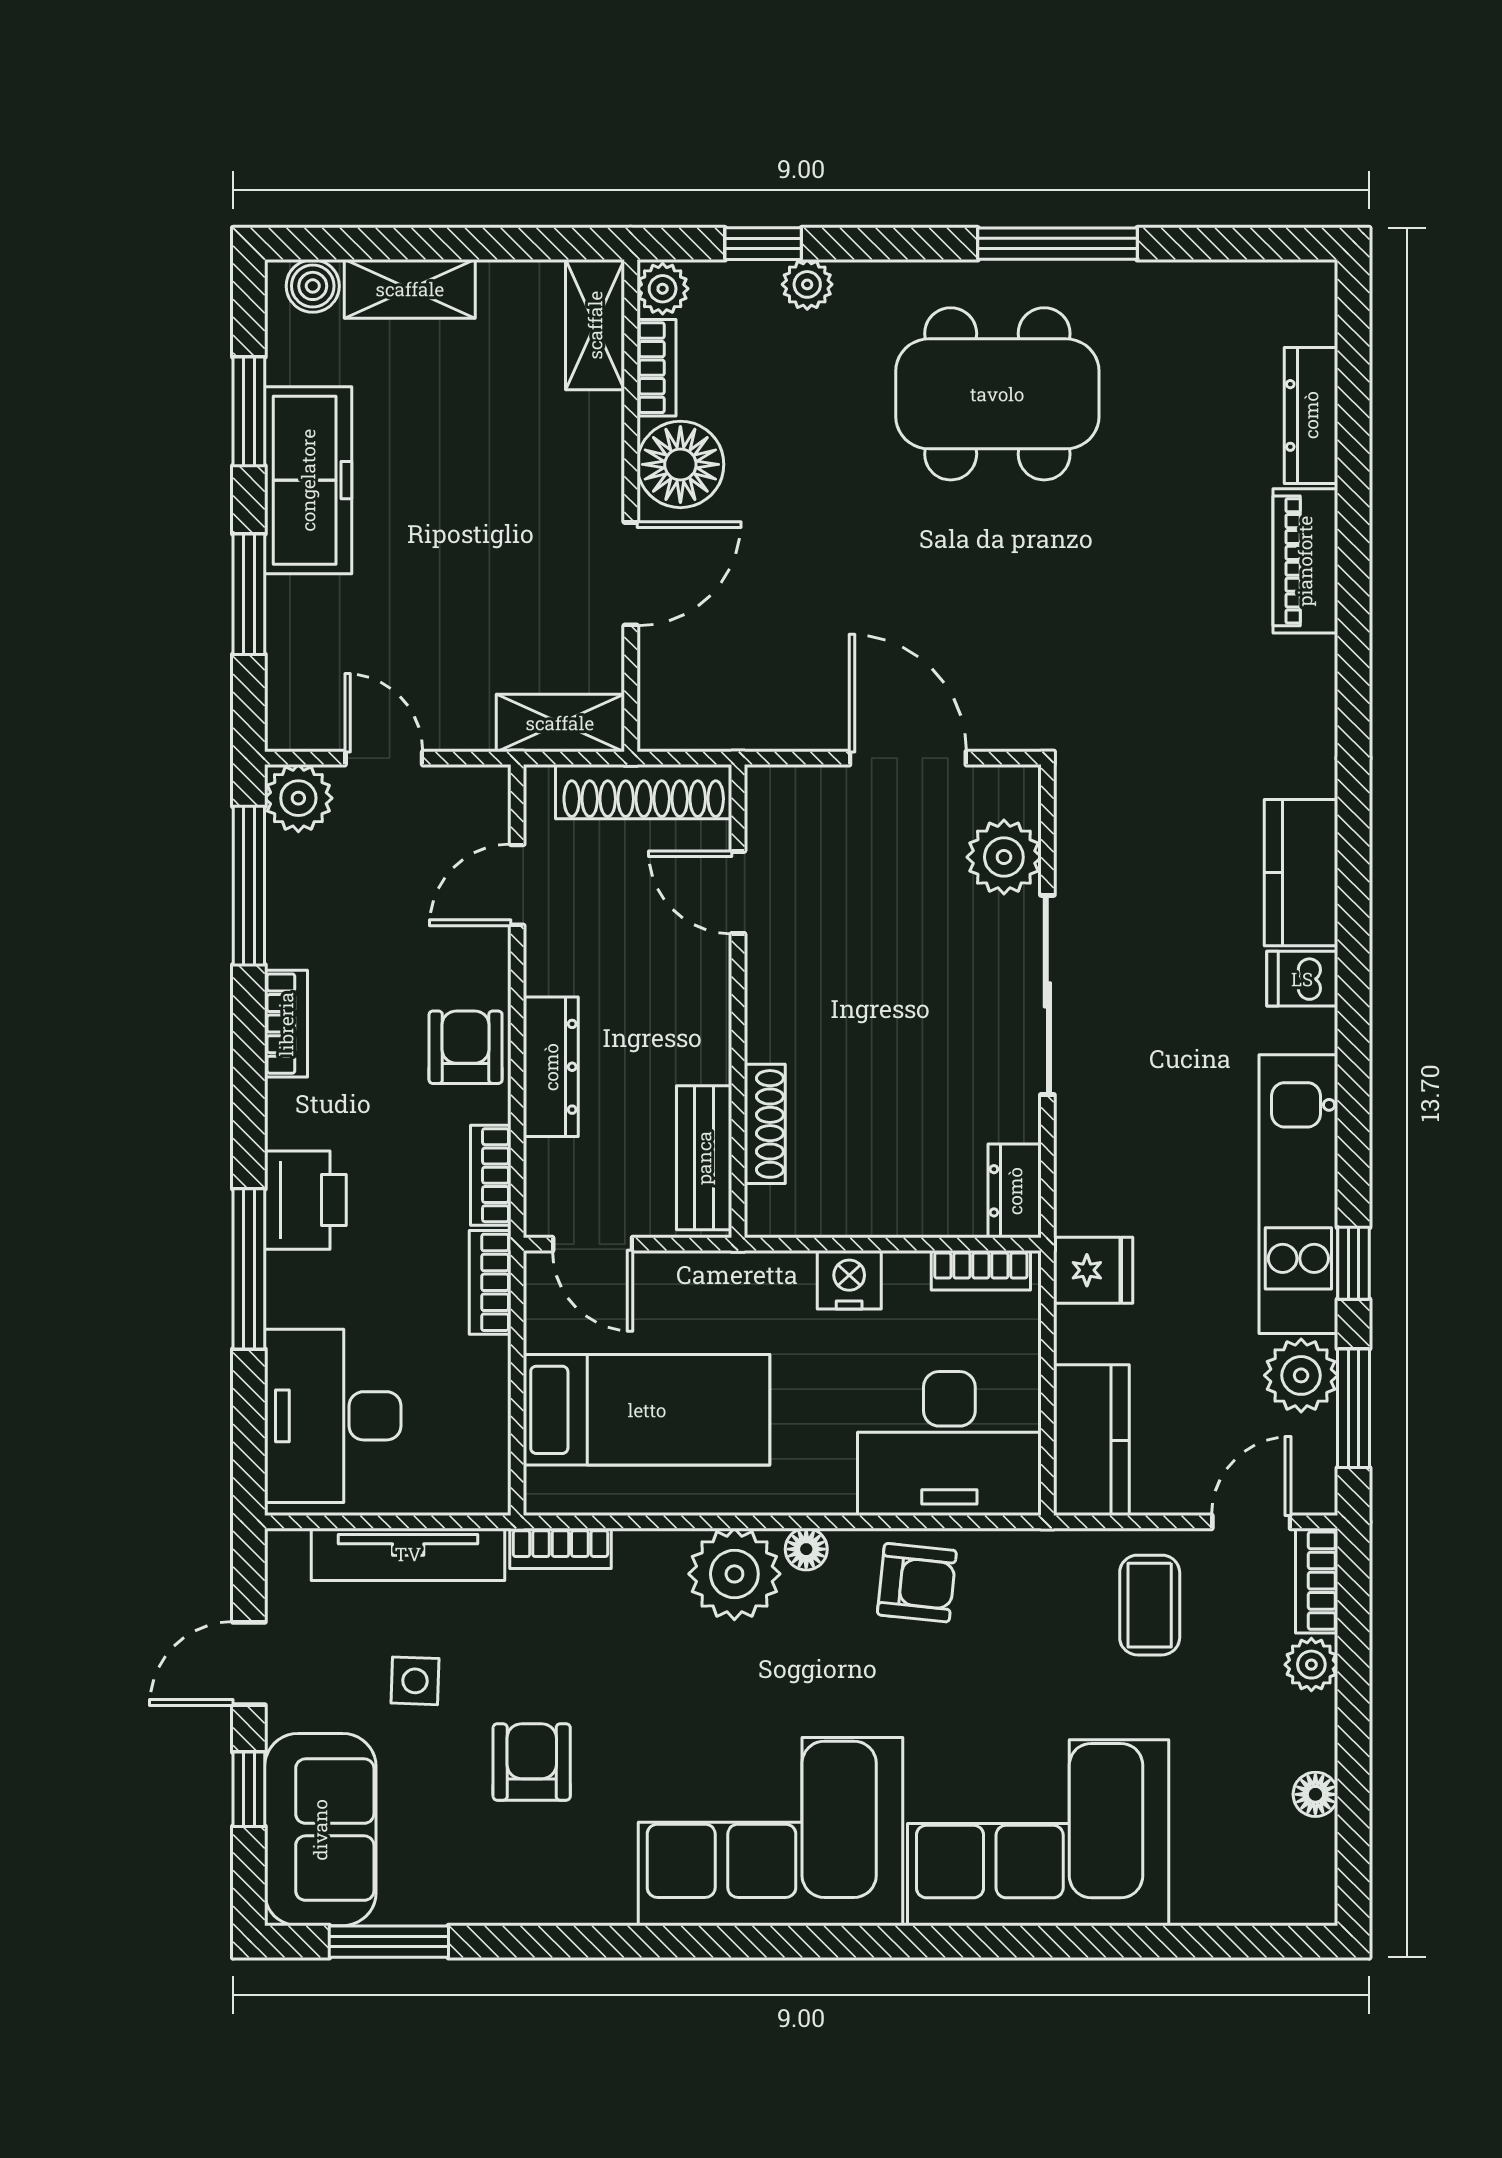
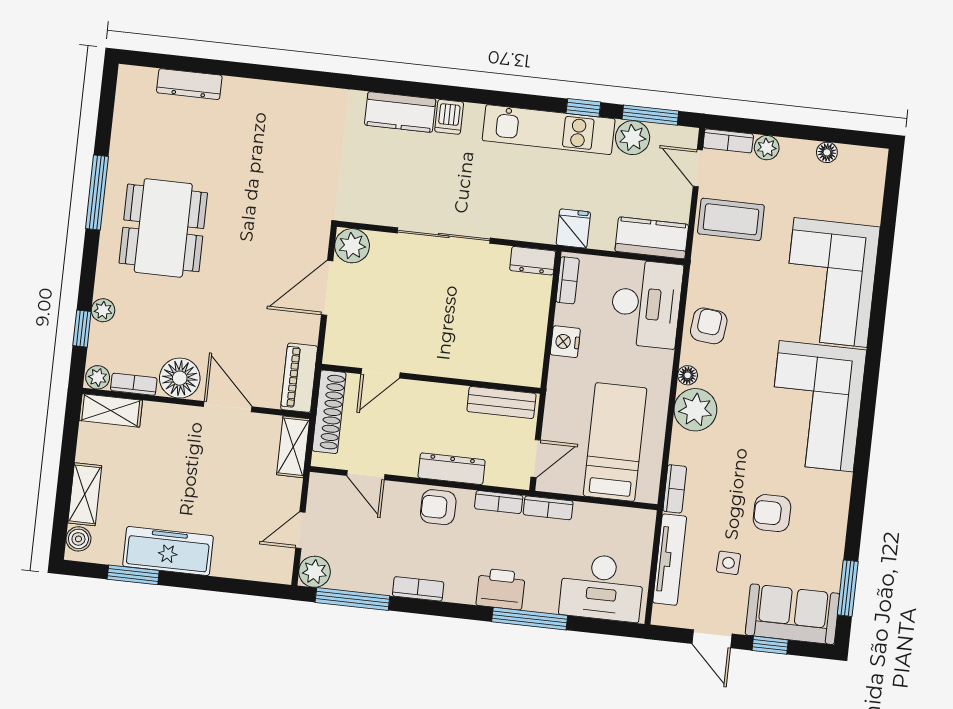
piano: (1305, 561) -> (299, 378), moved, turned 90
window: (249, 594) -> (218, 584), removed
plant: (1004, 857) -> (352, 246), moved
shoe rack: (765, 1124) -> (489, 373), removed
coffee table: (1150, 1605) -> (731, 219), width x1.36, depth x1.30

